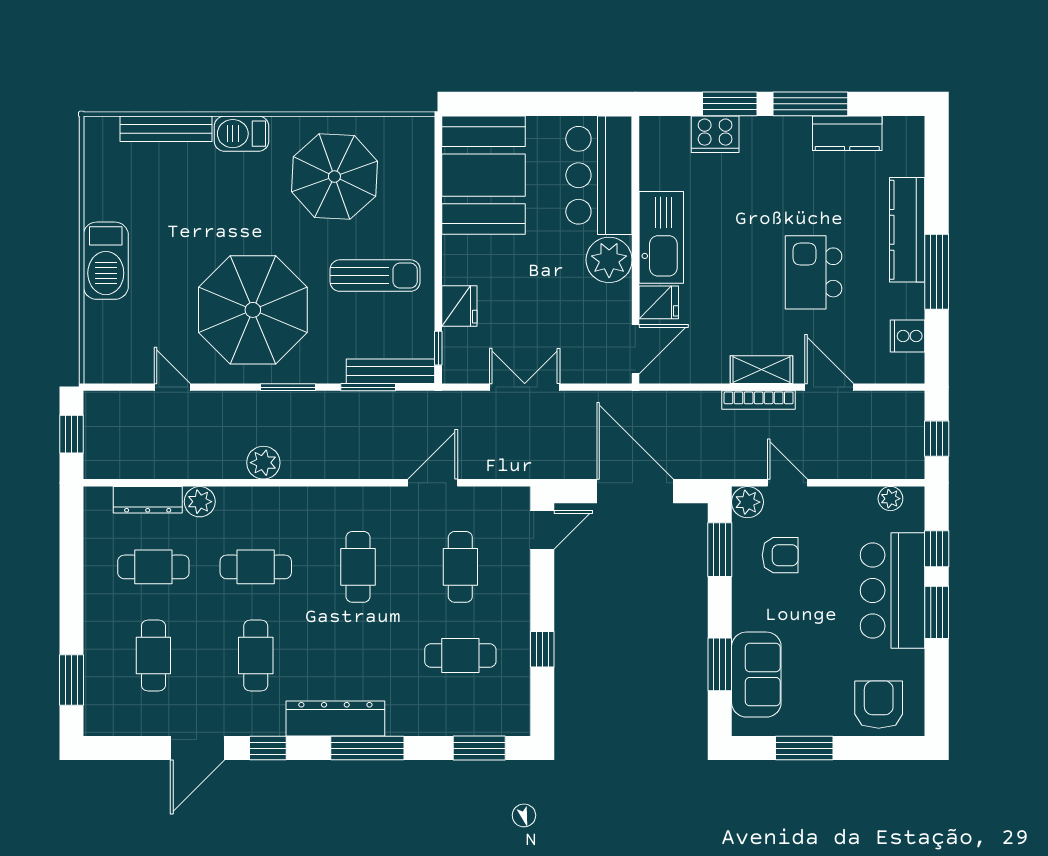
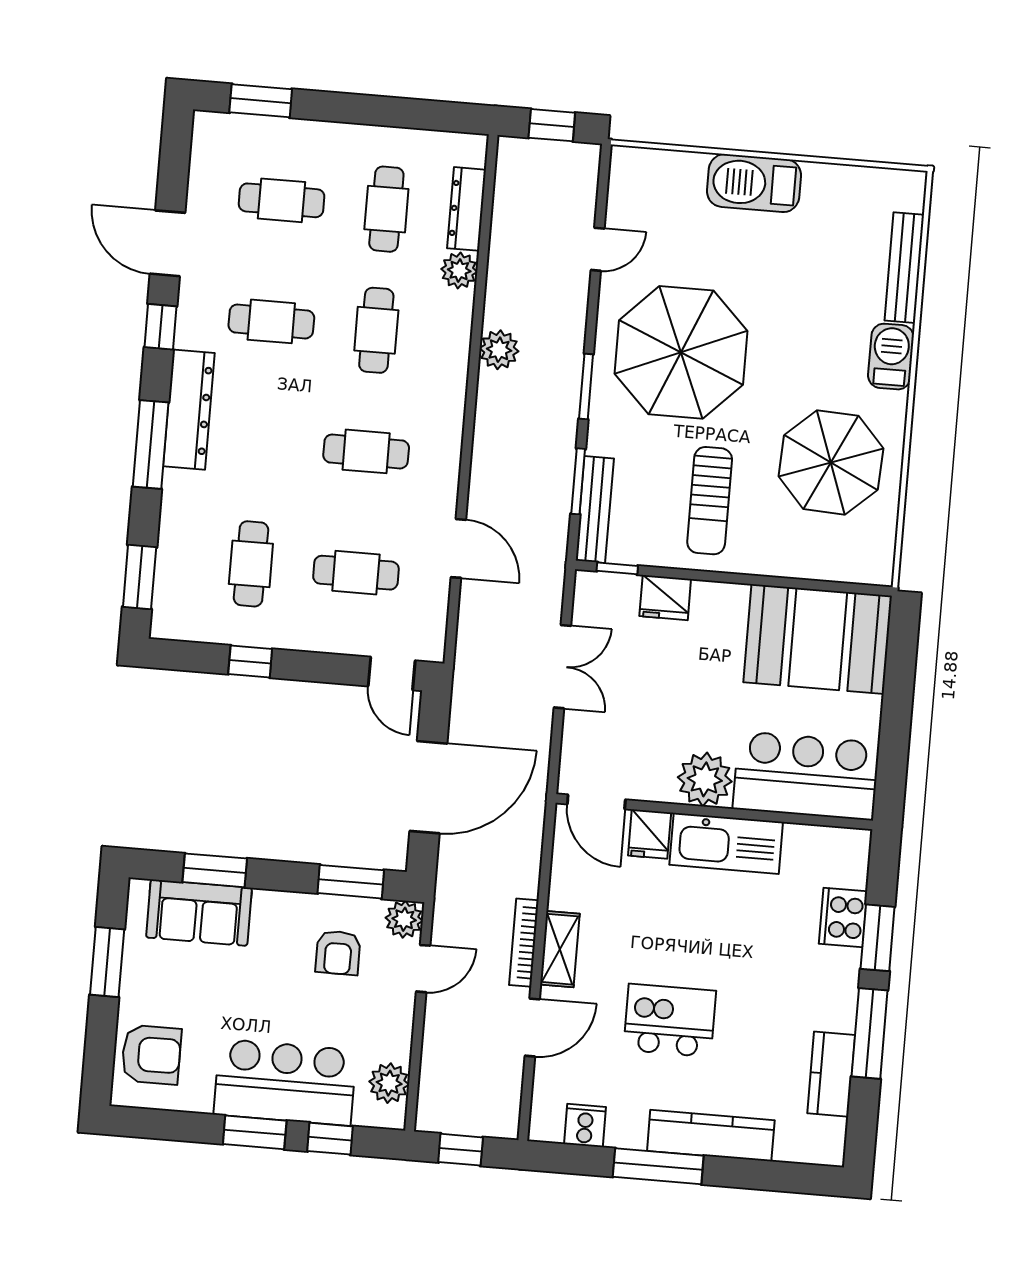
plant: (890, 499) -> (389, 1083), width x1.38, depth x1.38

